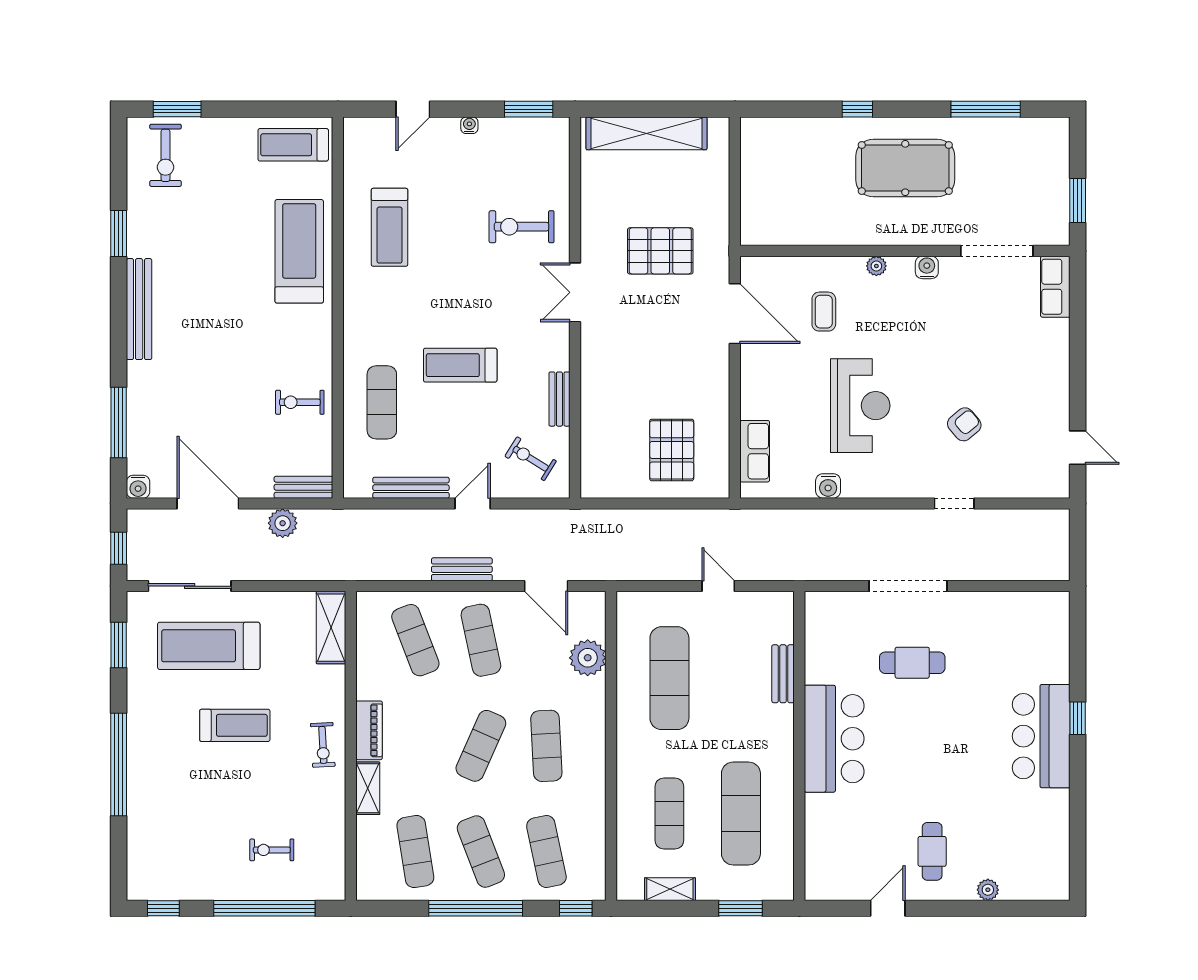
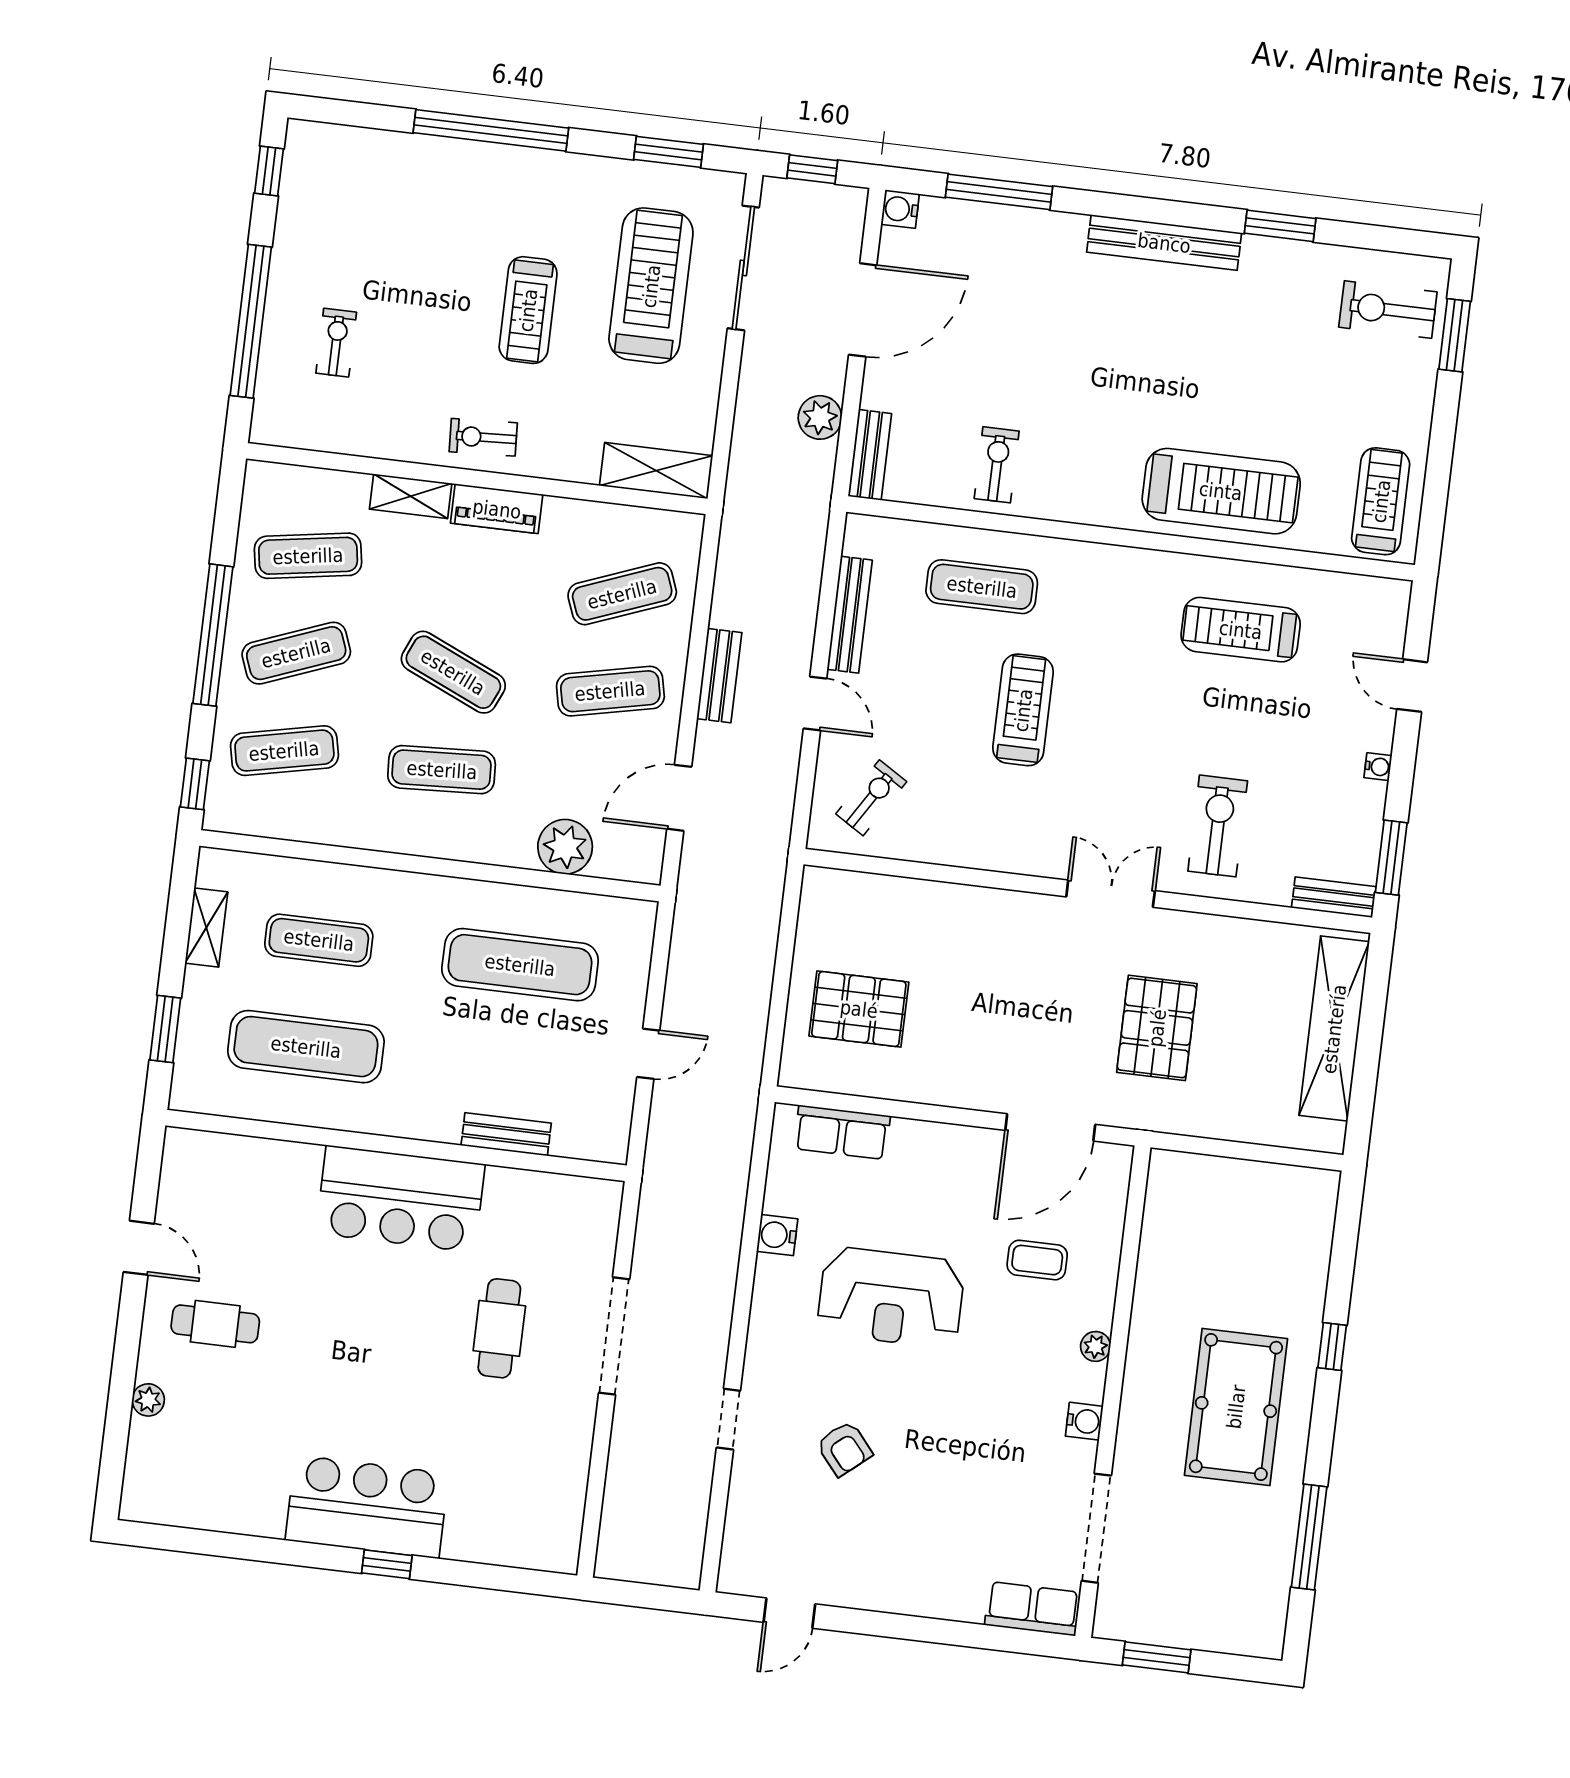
bench: (559, 399) -> (1334, 897), moved

